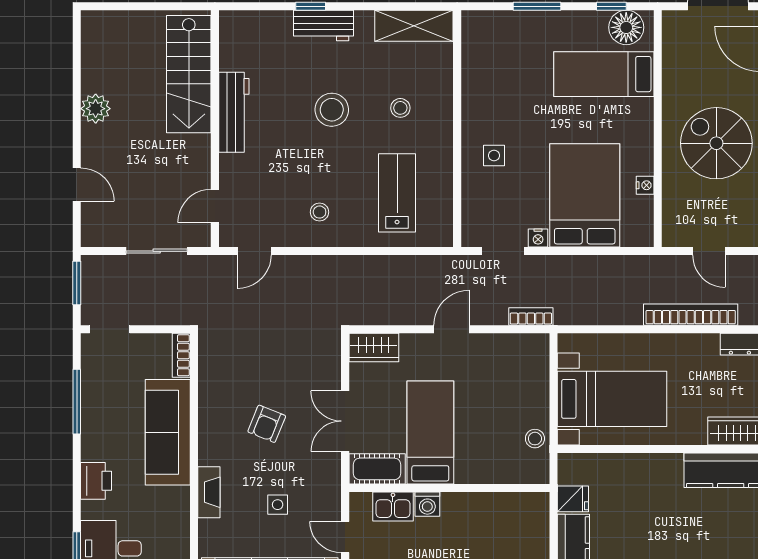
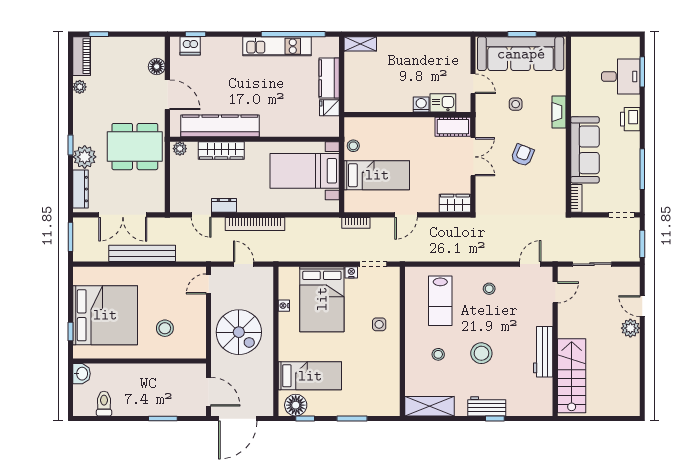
plant: (96, 109) -> (630, 328), moved
bed: (430, 432) -> (377, 175), moved, turned -90

